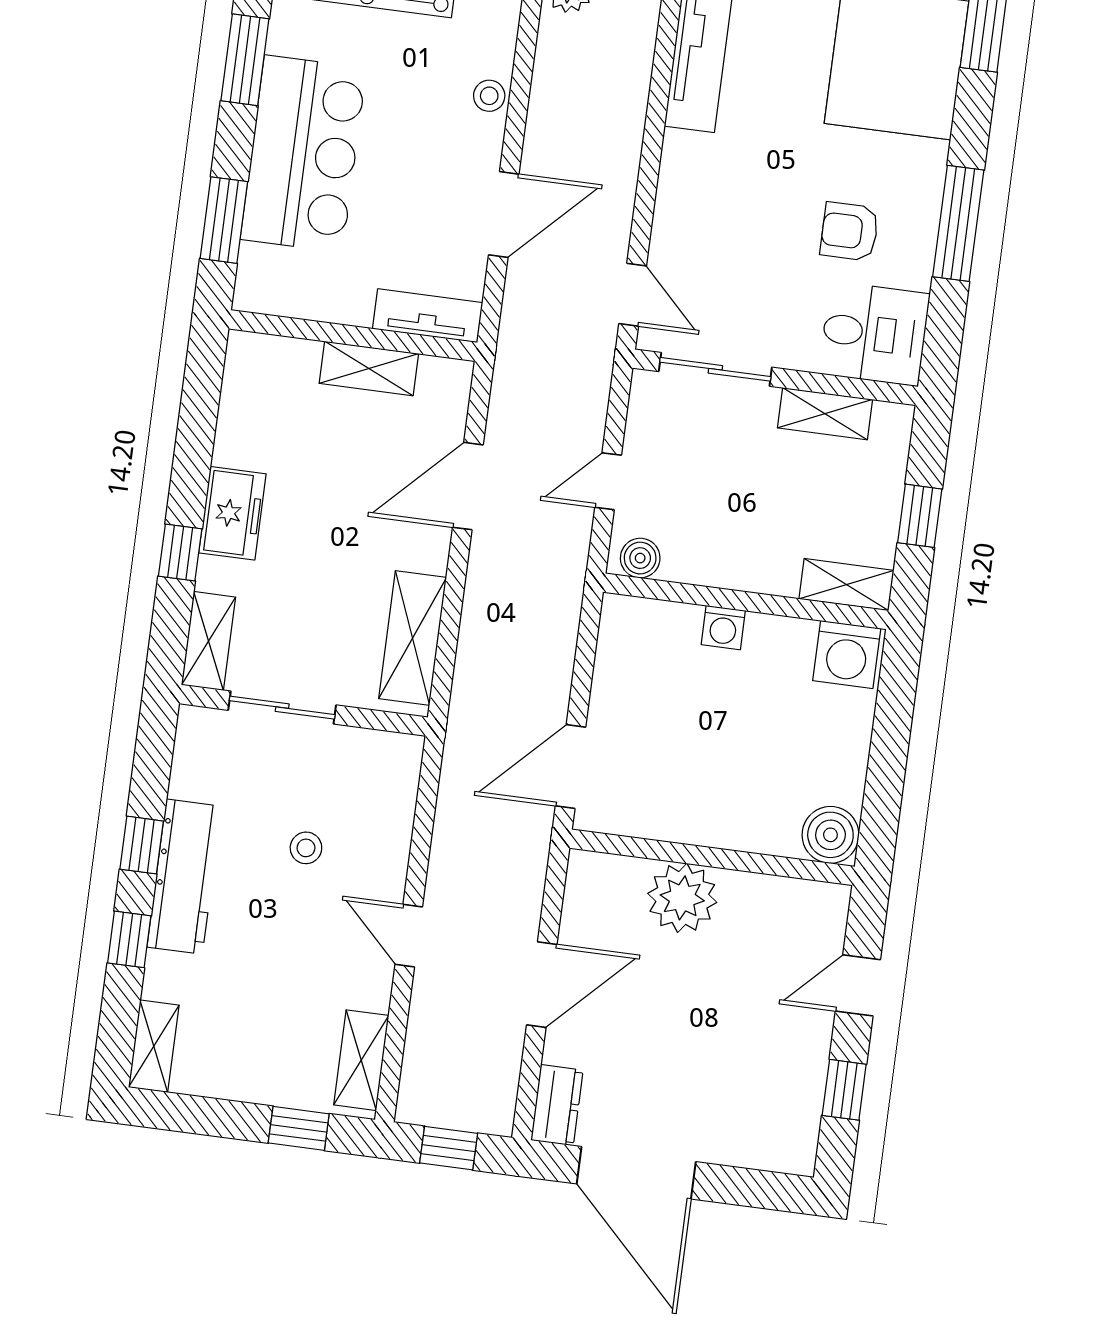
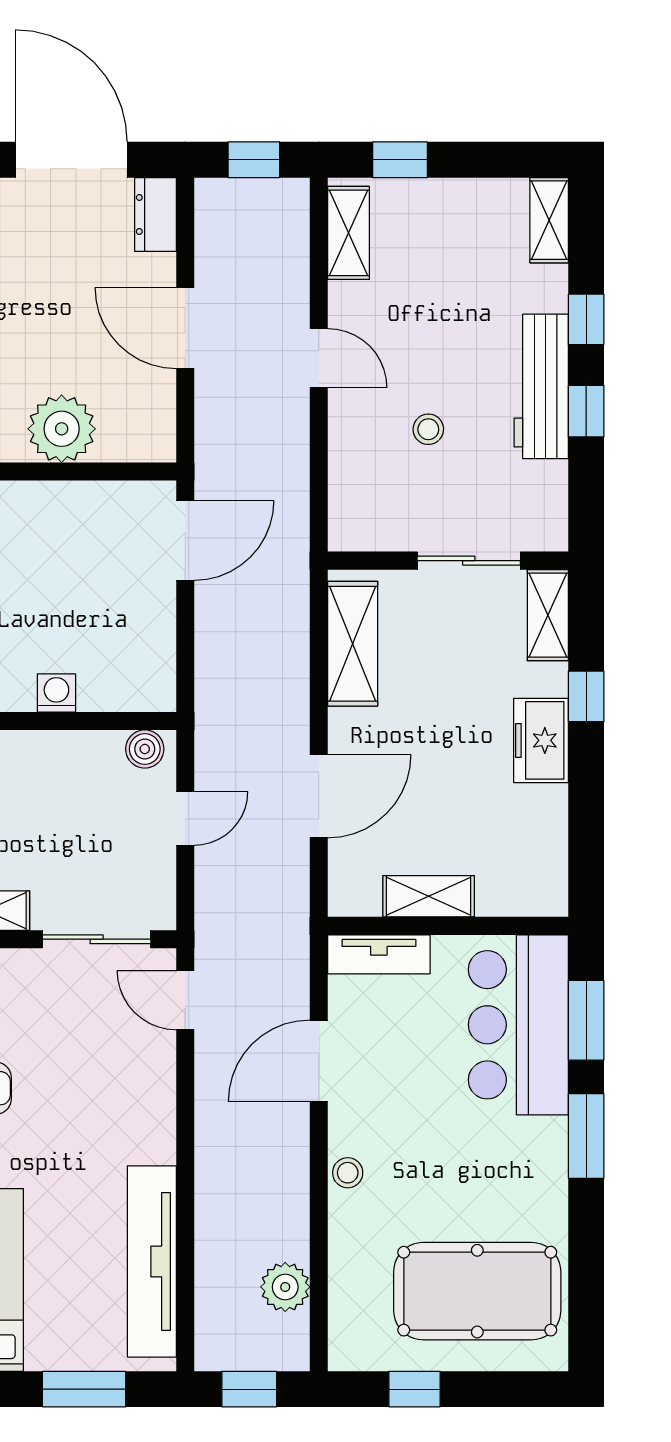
window: (245, 60) -> (586, 1136), moved
bar counter: (303, 154) -> (518, 1025), moved
door: (542, 985) -> (185, 328), hinge flipped

